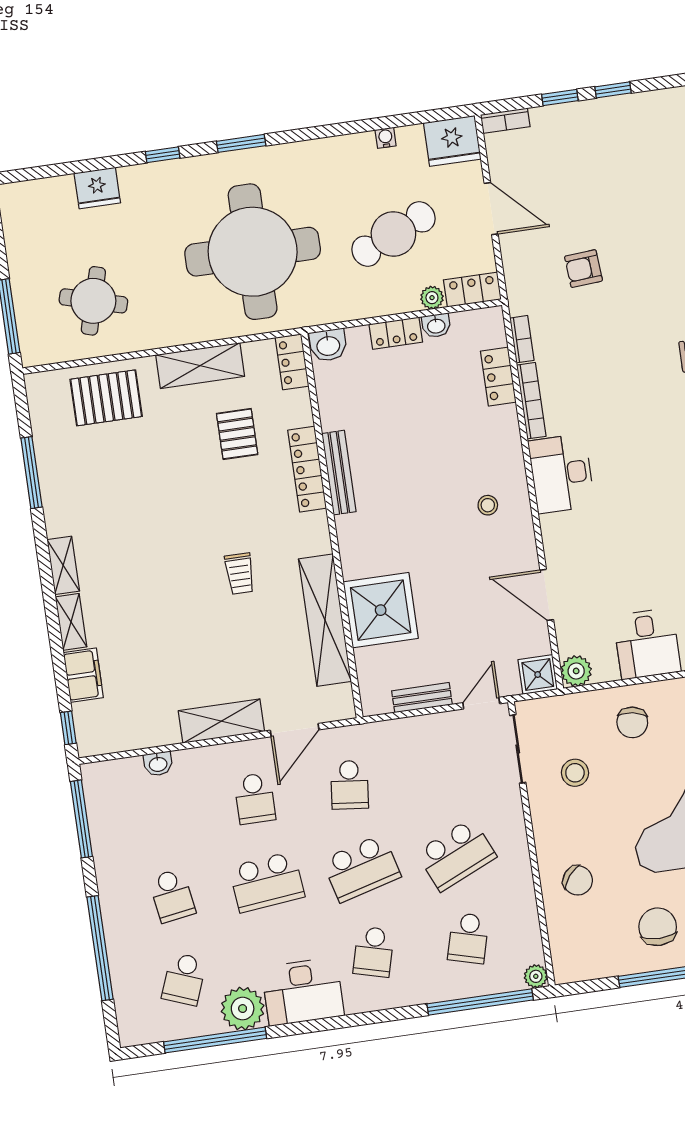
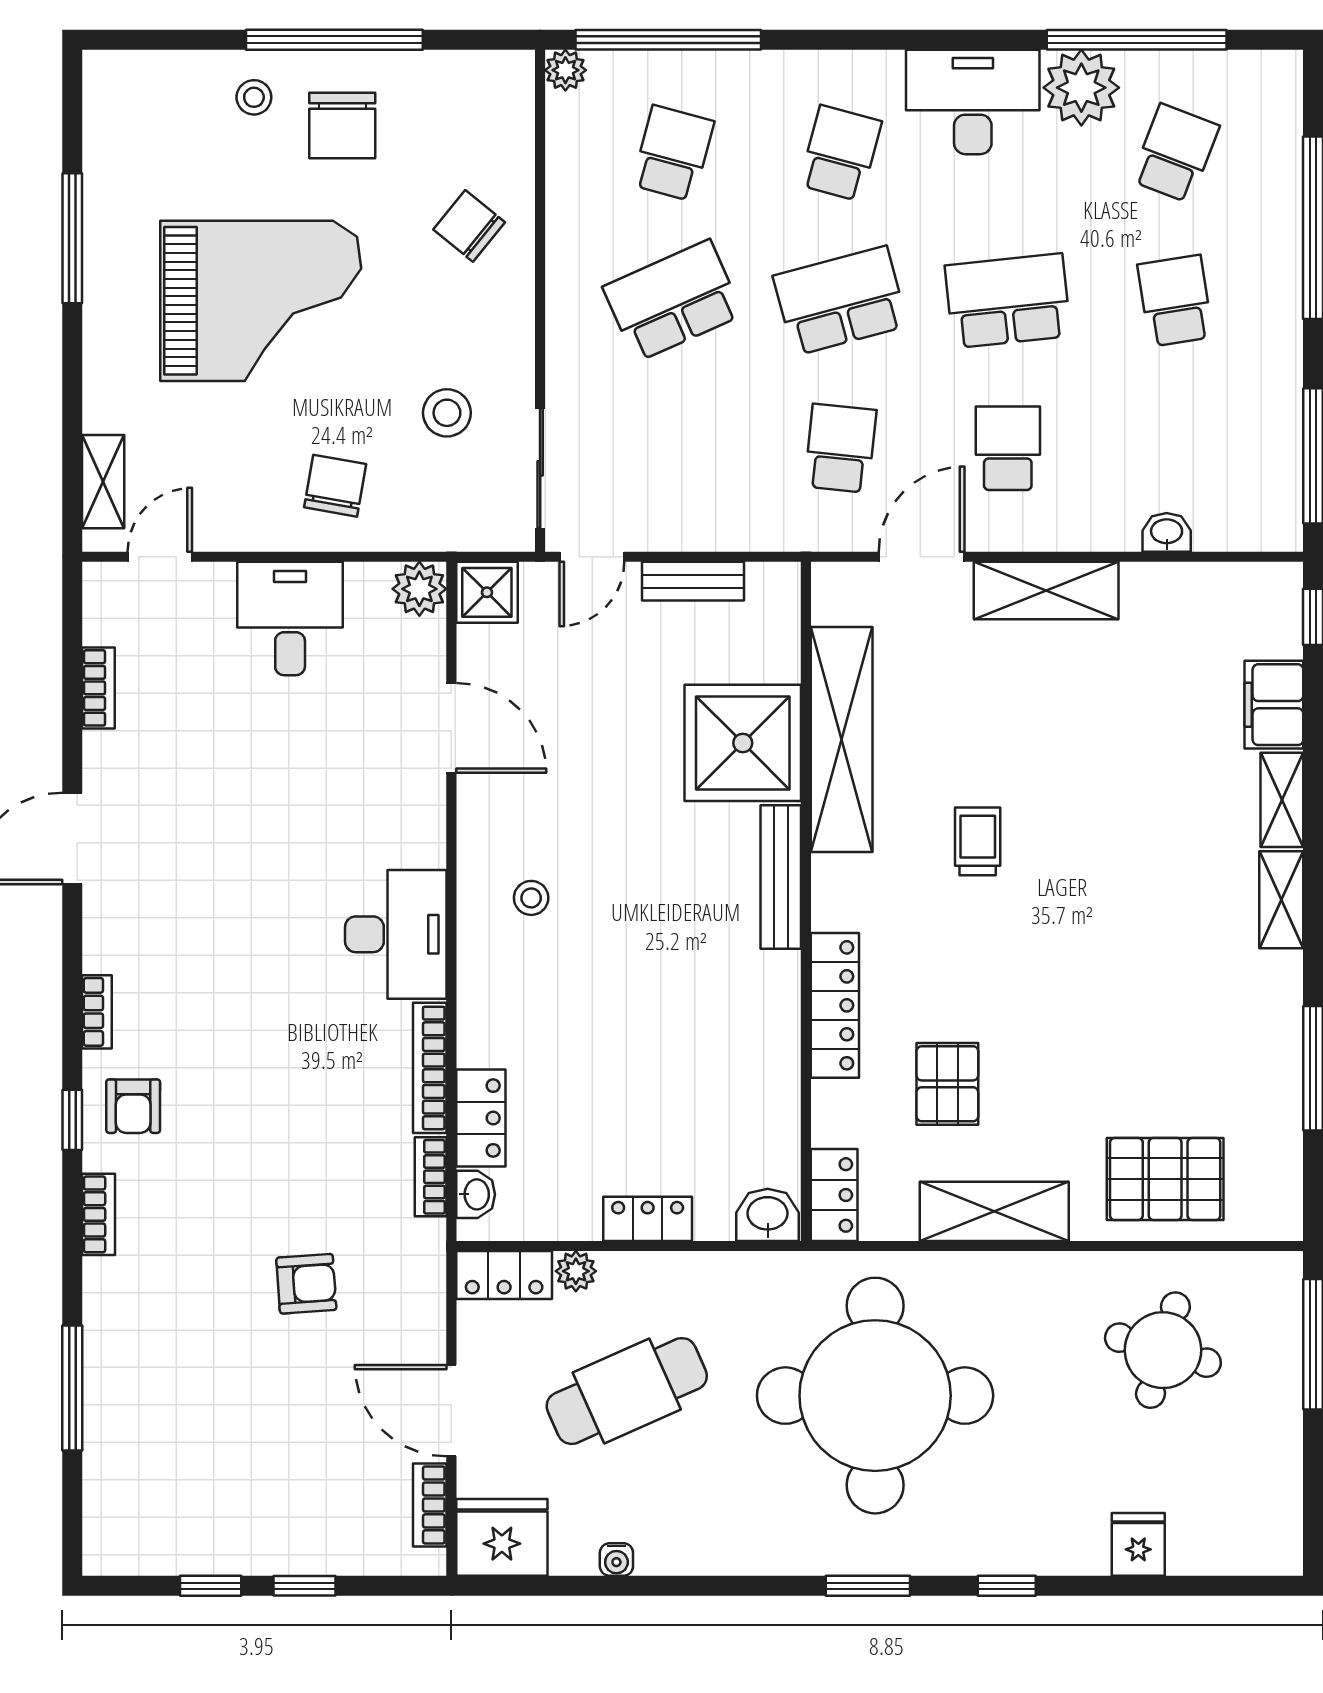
bookcase: (505, 121) -> (430, 1505), moved, turned -90
fridge: (97, 188) -> (1138, 1544), width x0.72
washbasin: (436, 326) -> (476, 1194), moved, turned 90
bench: (339, 473) -> (781, 877), moved

